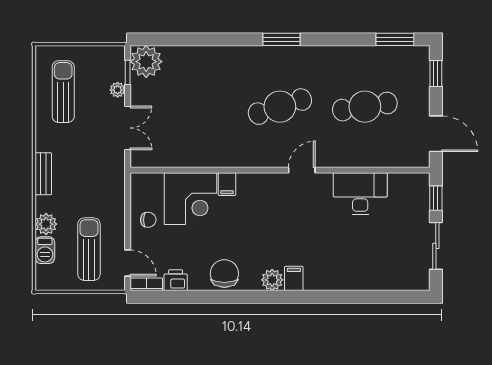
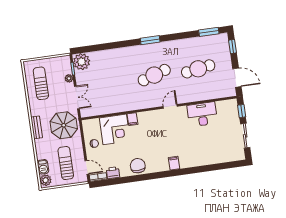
parasol: (95, 177) -> (64, 125), added
plant: (46, 224) -> (46, 180), moved
plant: (272, 280) -> (163, 165), removed

